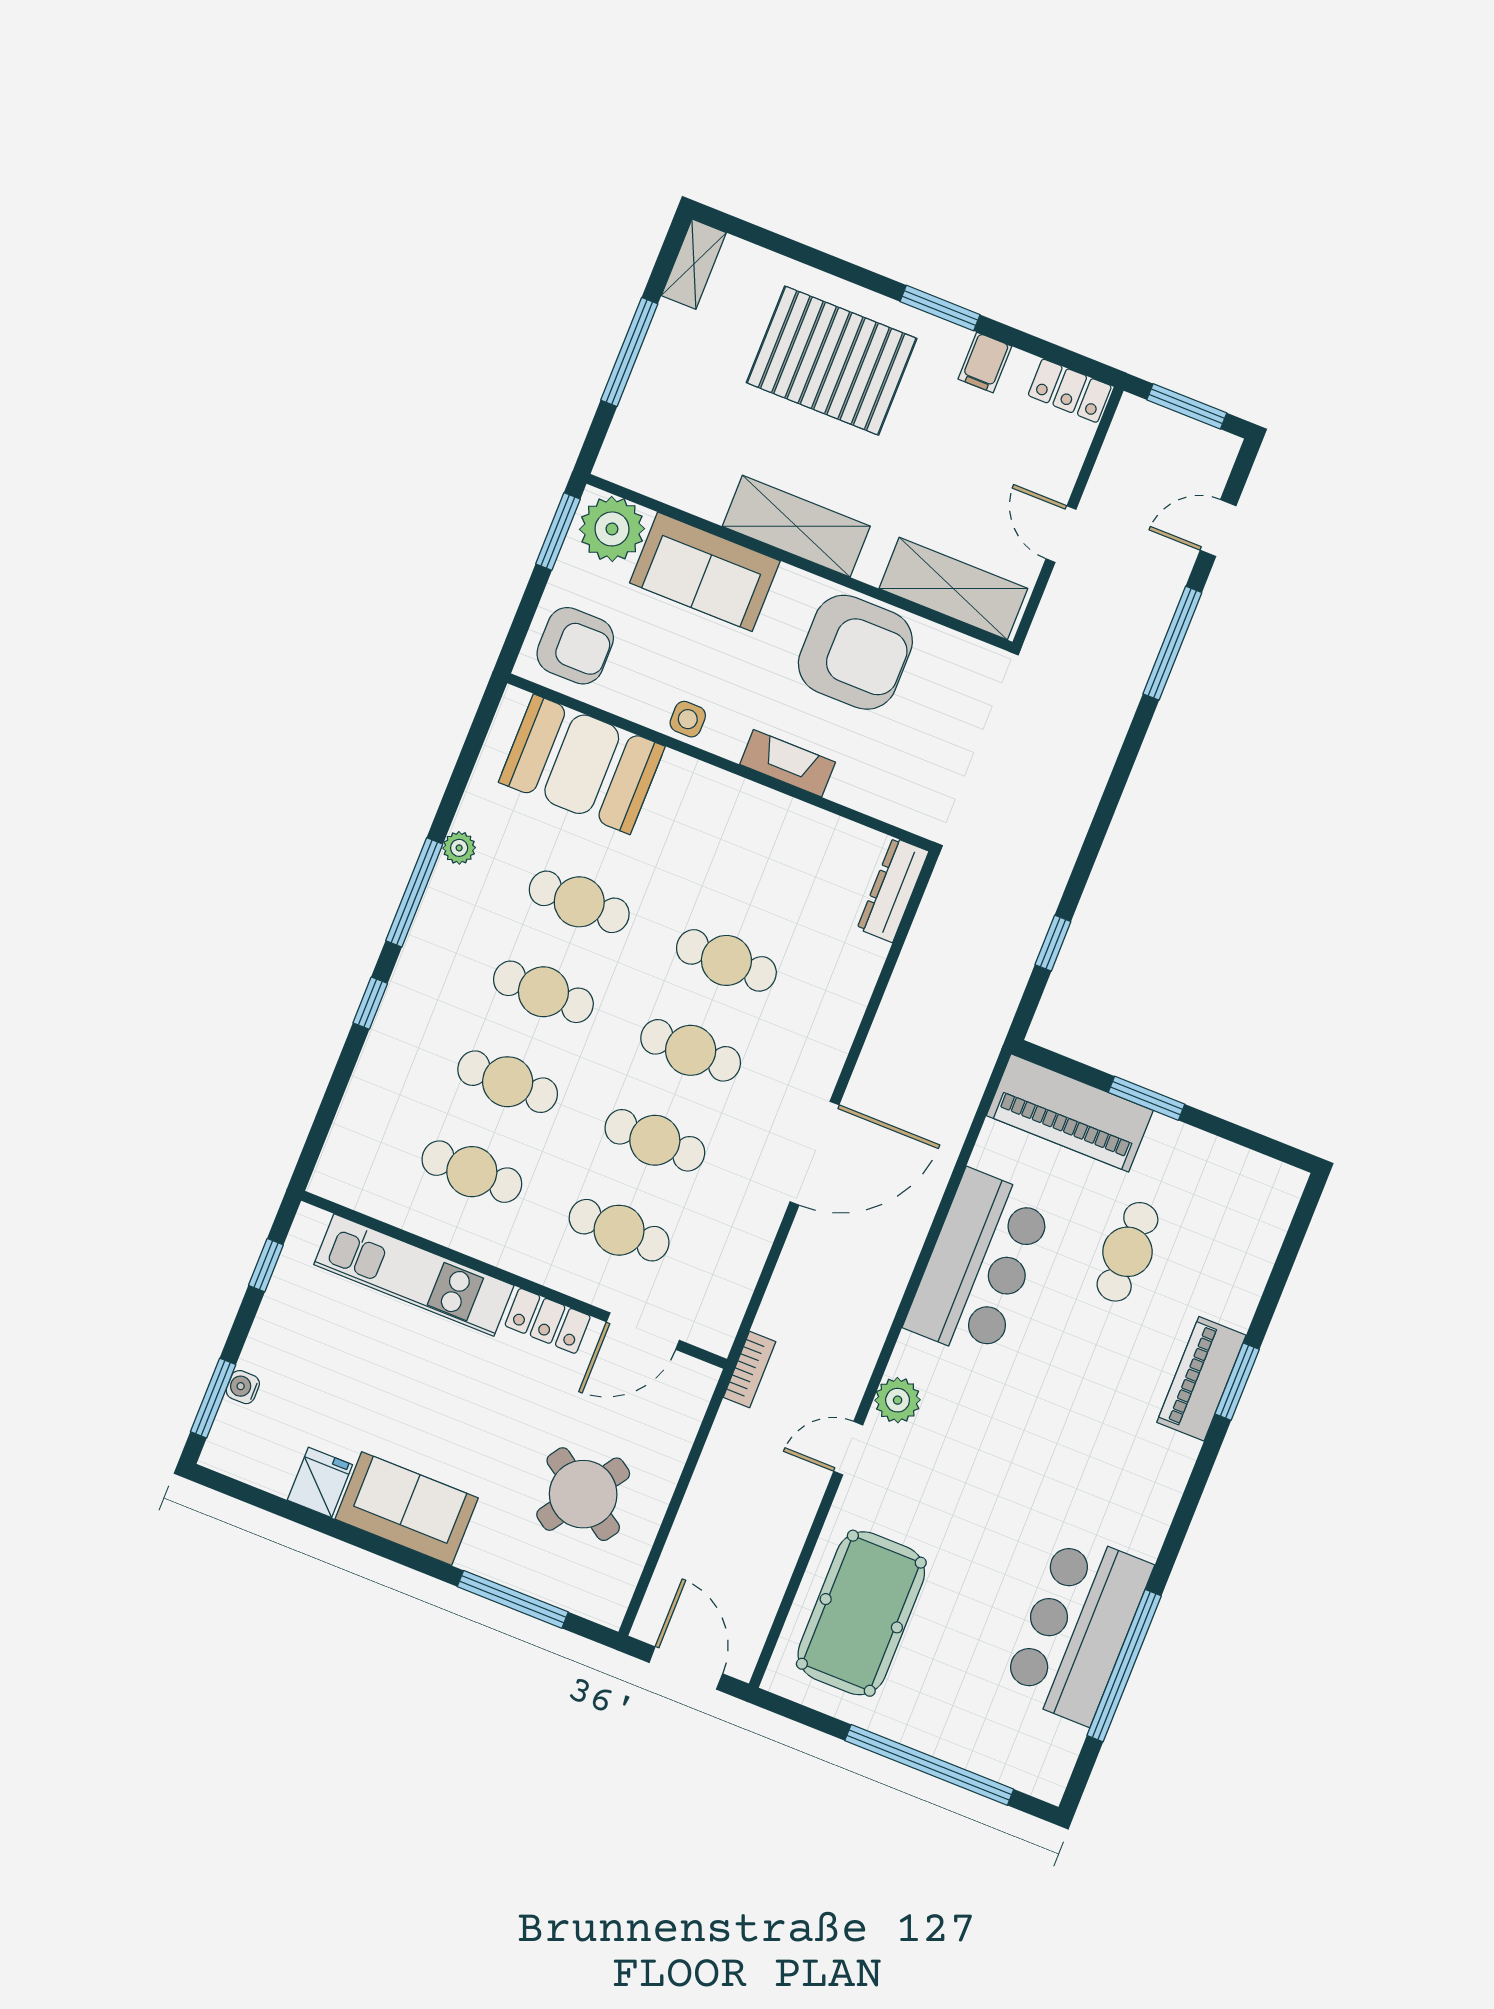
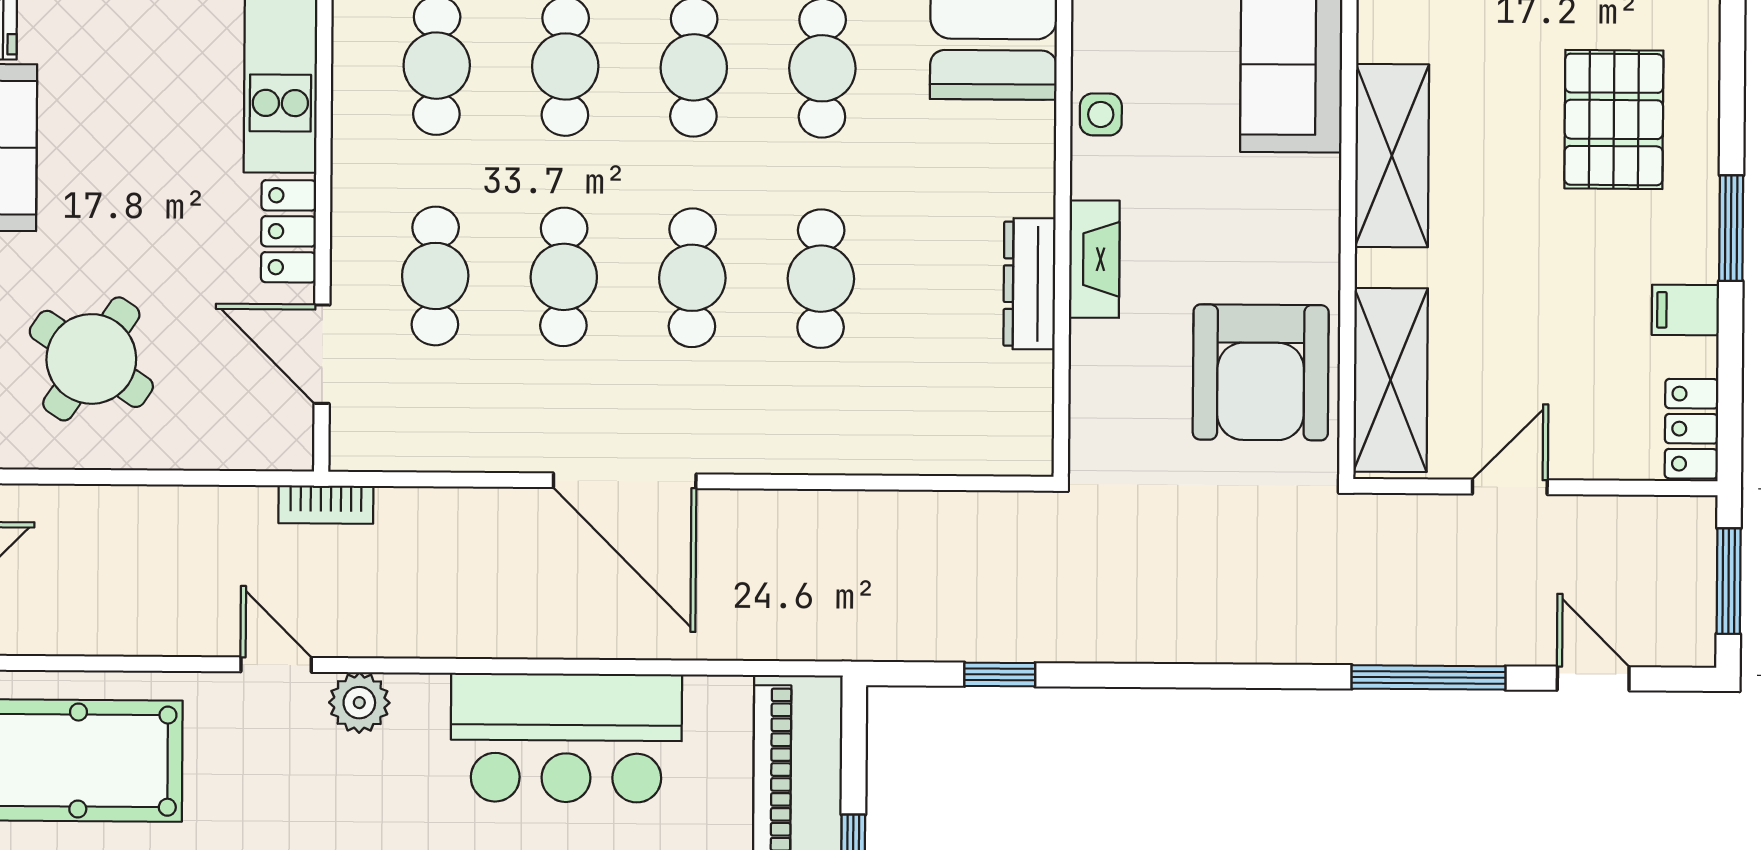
pallet: (832, 361) -> (1614, 119), width x0.73, depth x0.71
armchair: (855, 652) -> (1261, 372), moved
dresser: (893, 890) -> (1029, 284), moved, turned -90

